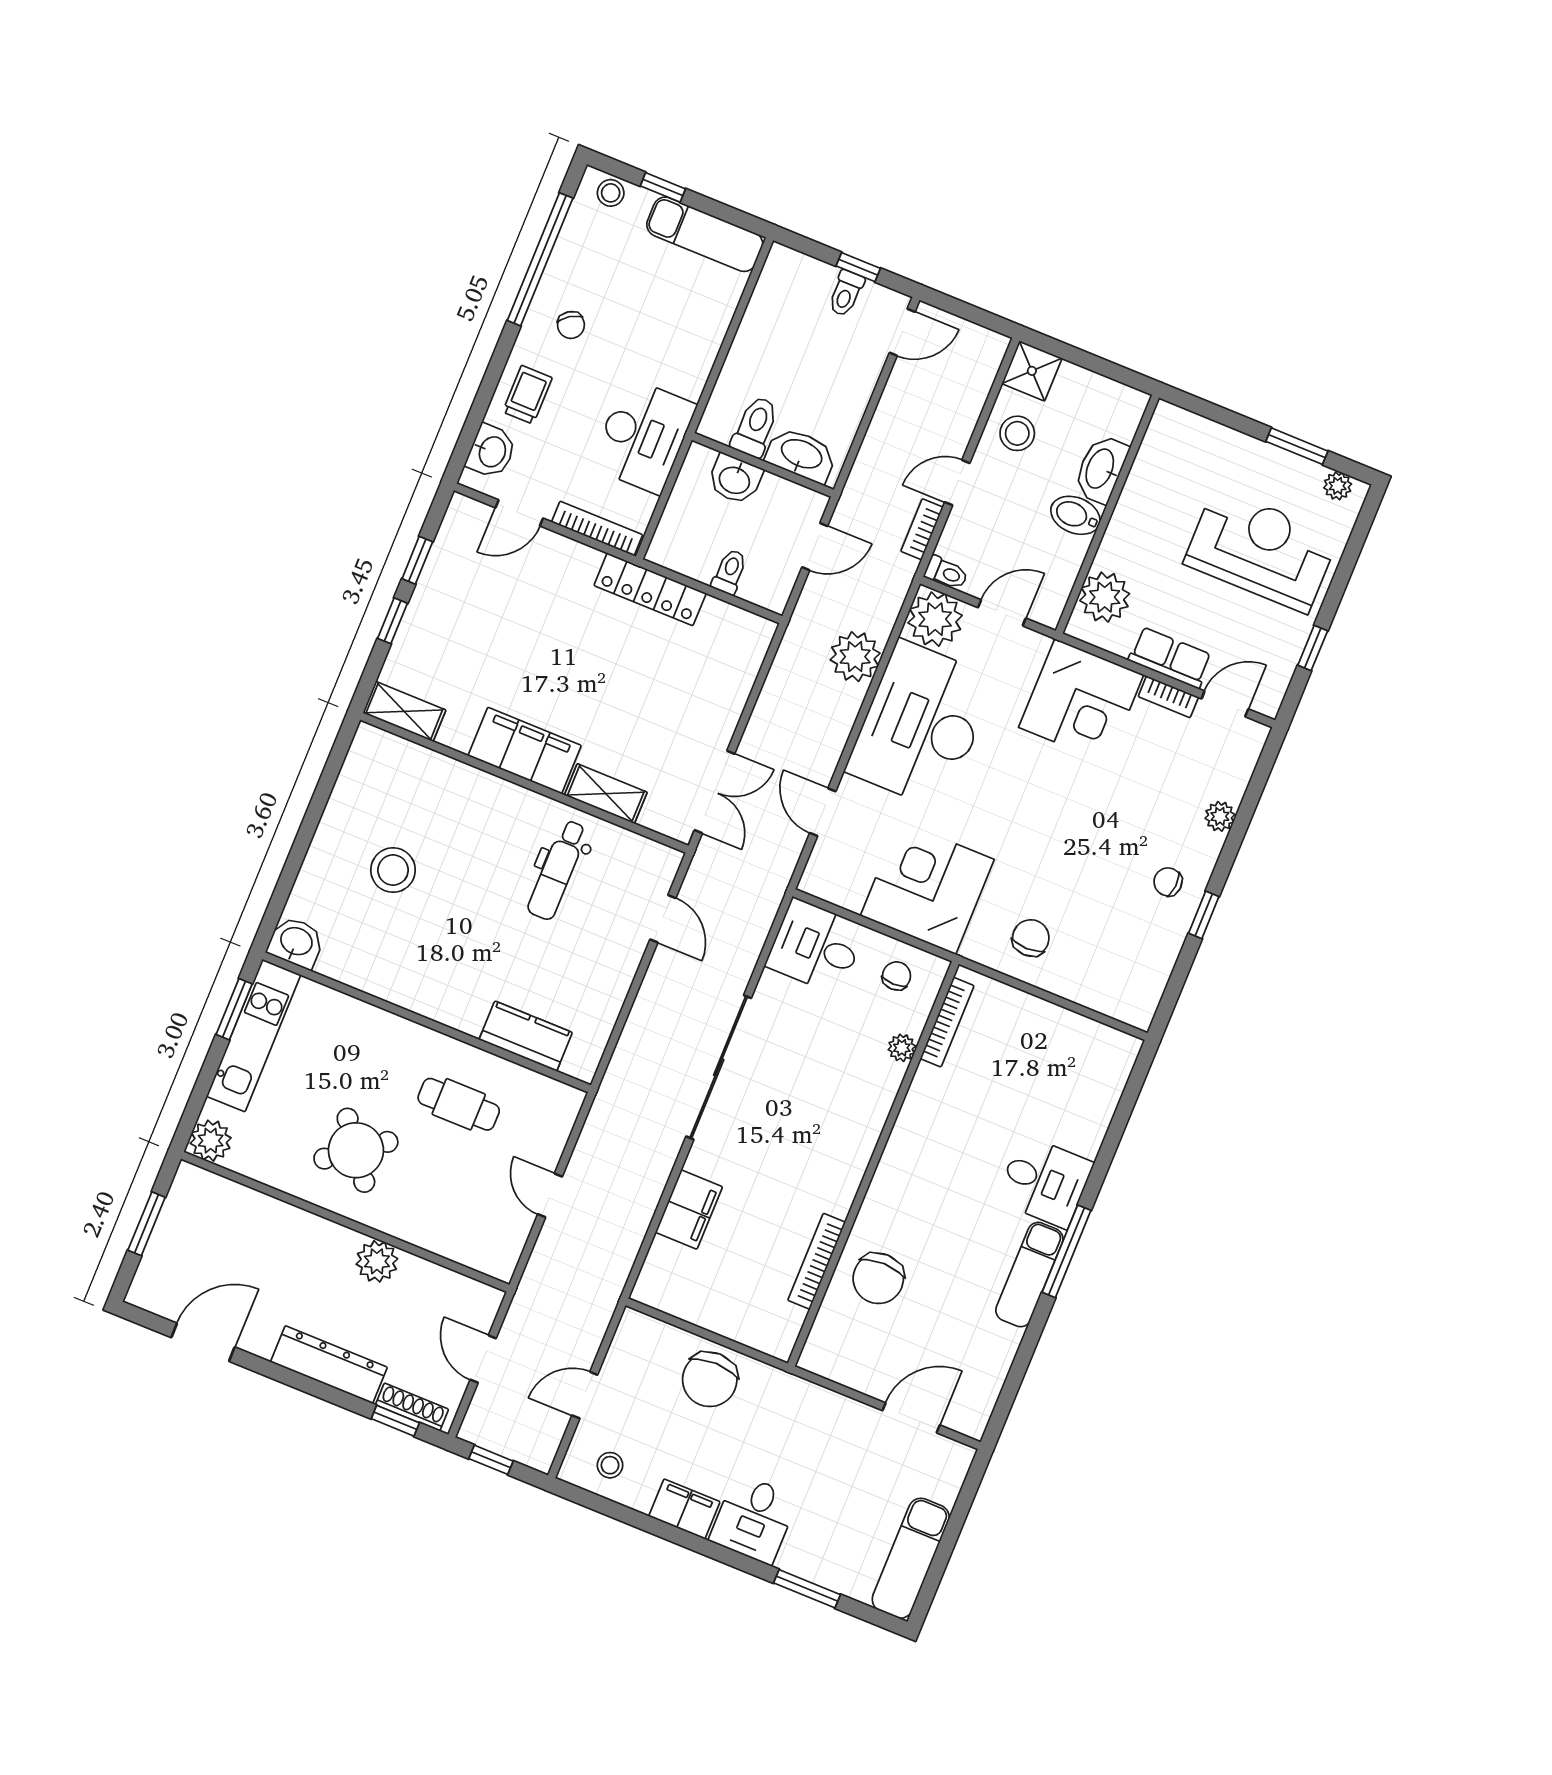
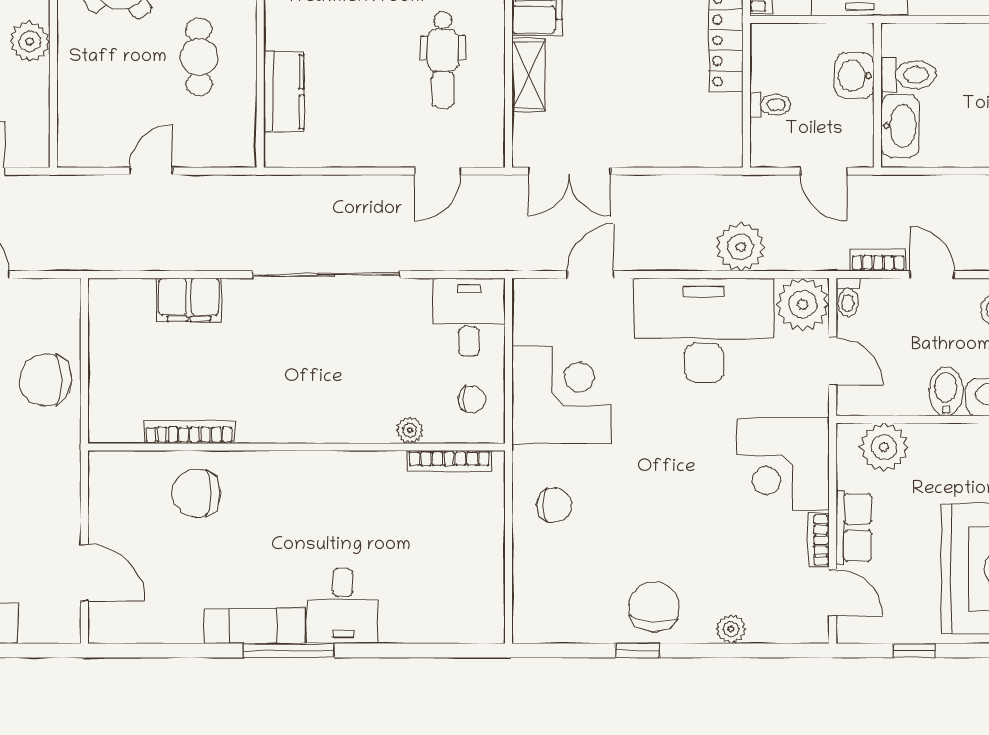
dental chair: (557, 870) -> (443, 60), turned -90
chair: (1168, 882) -> (654, 607), width x1.87, depth x1.87

